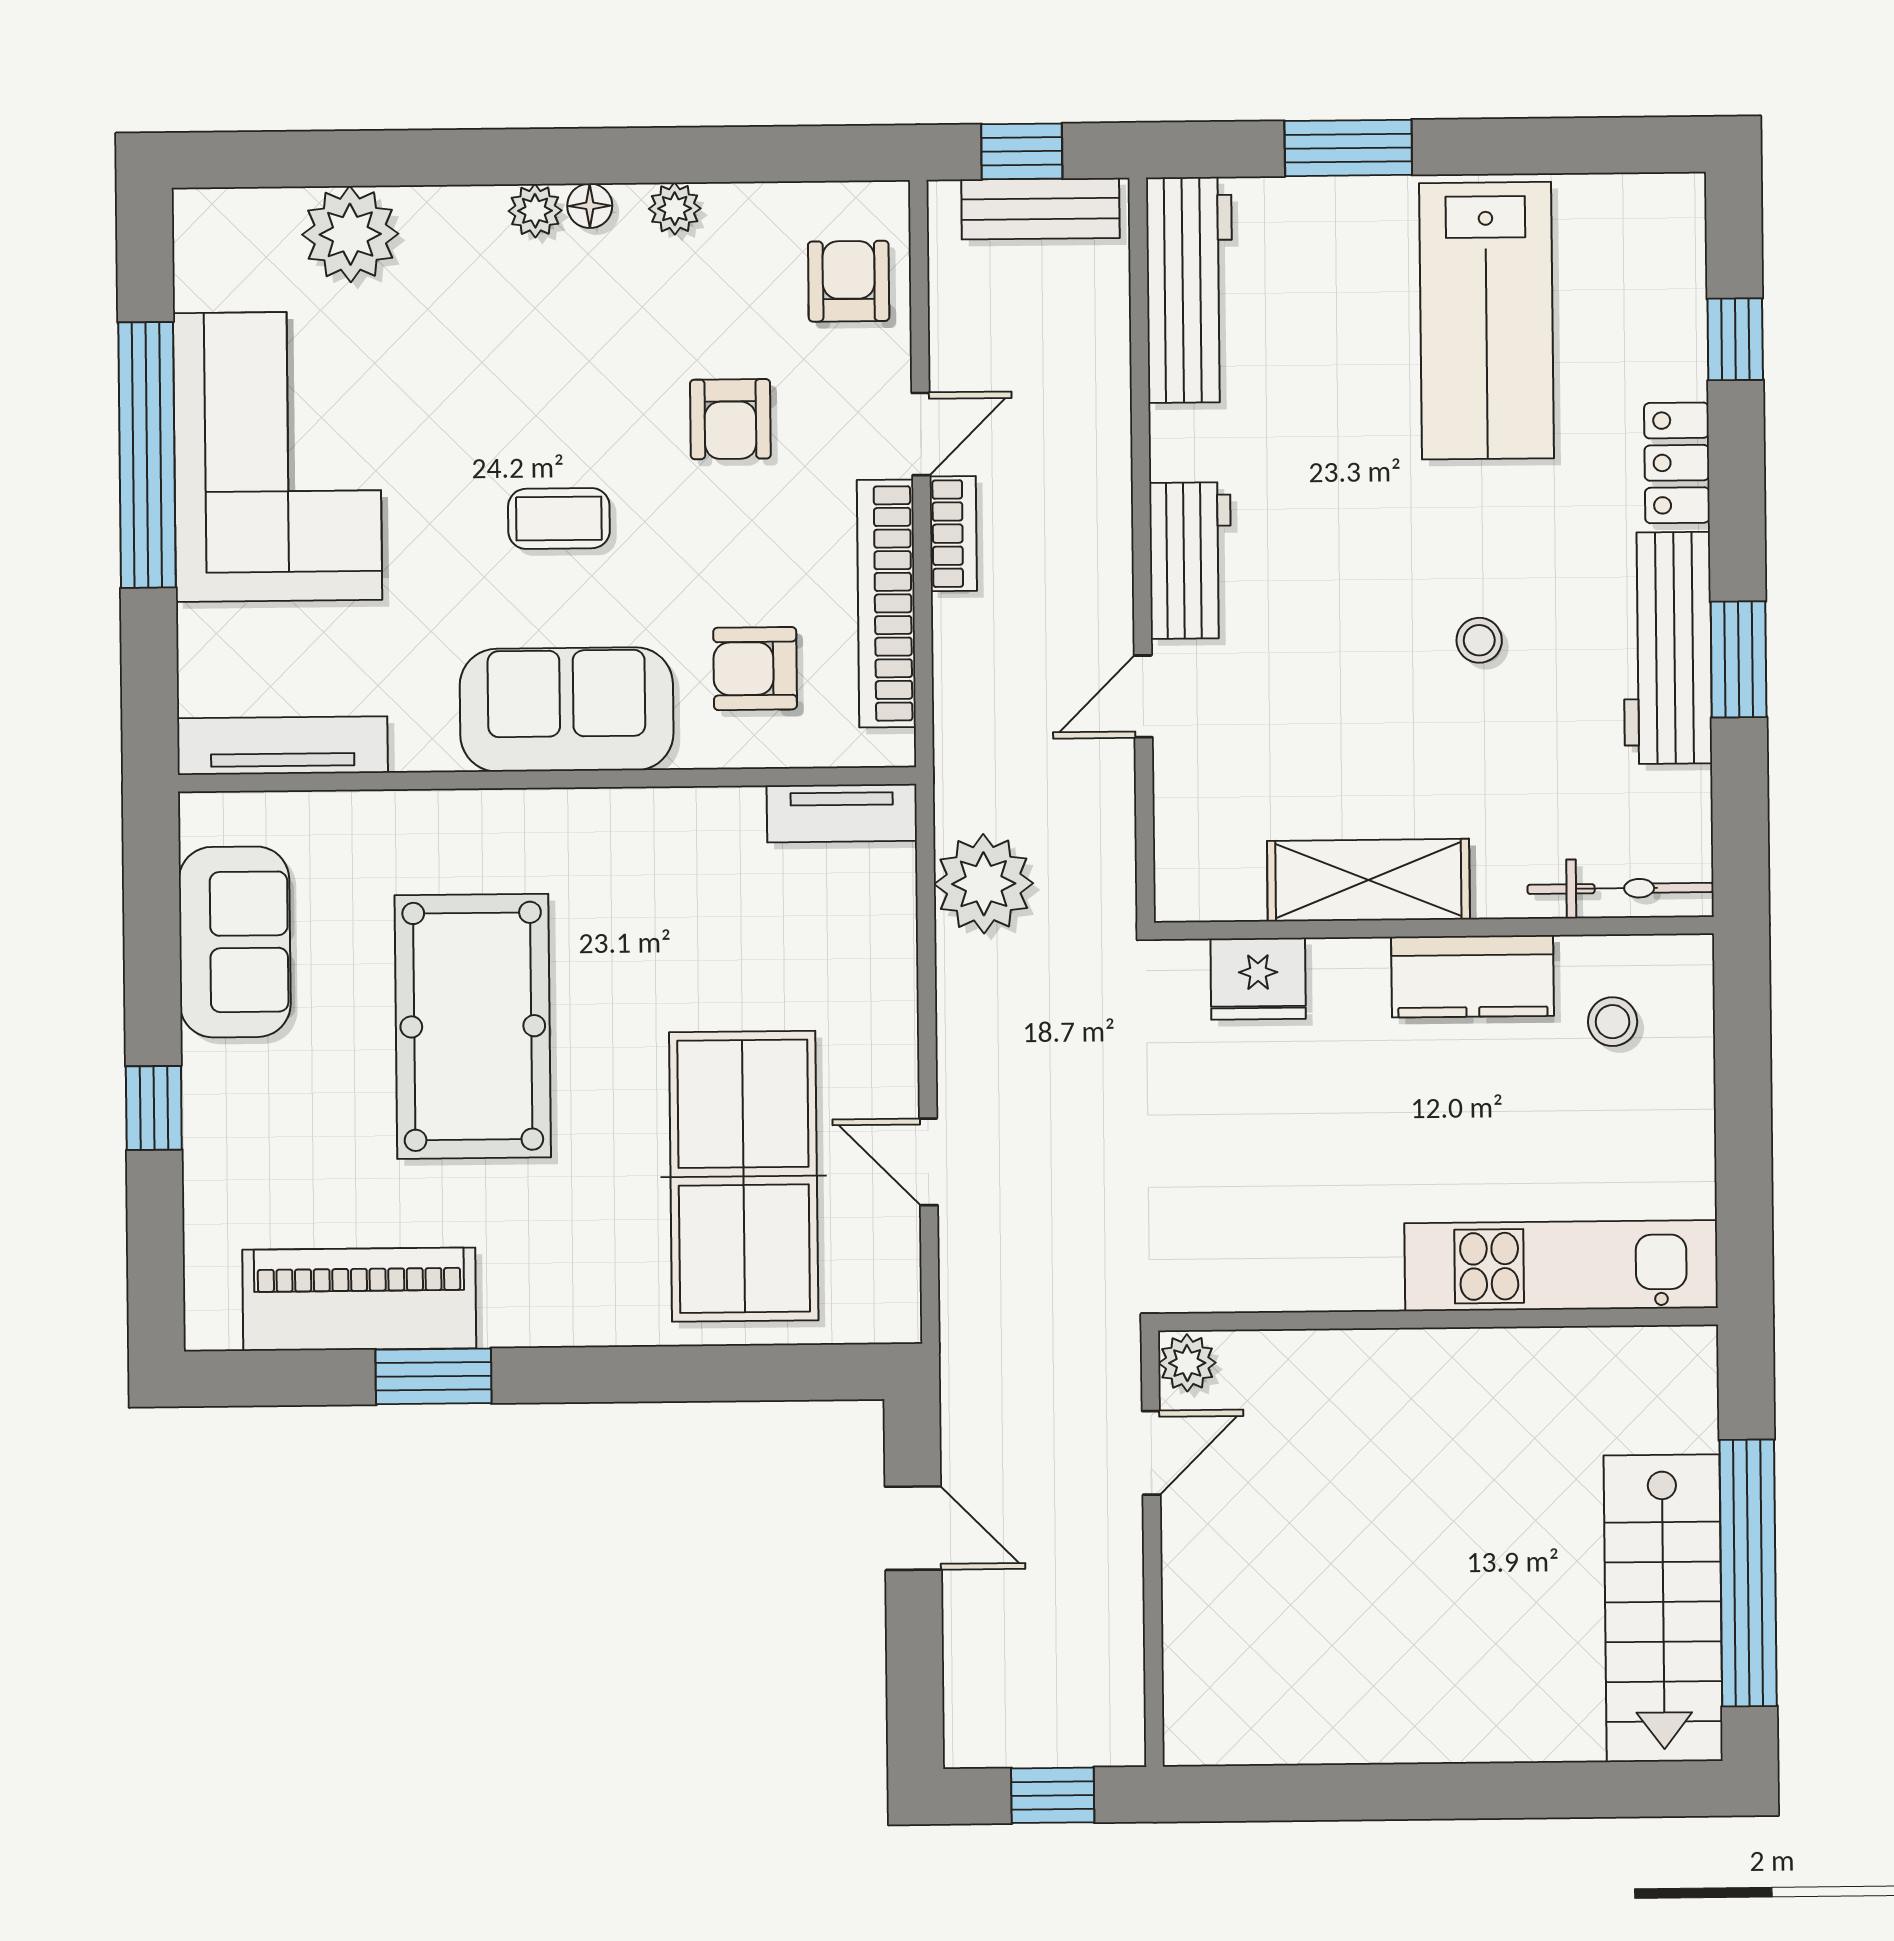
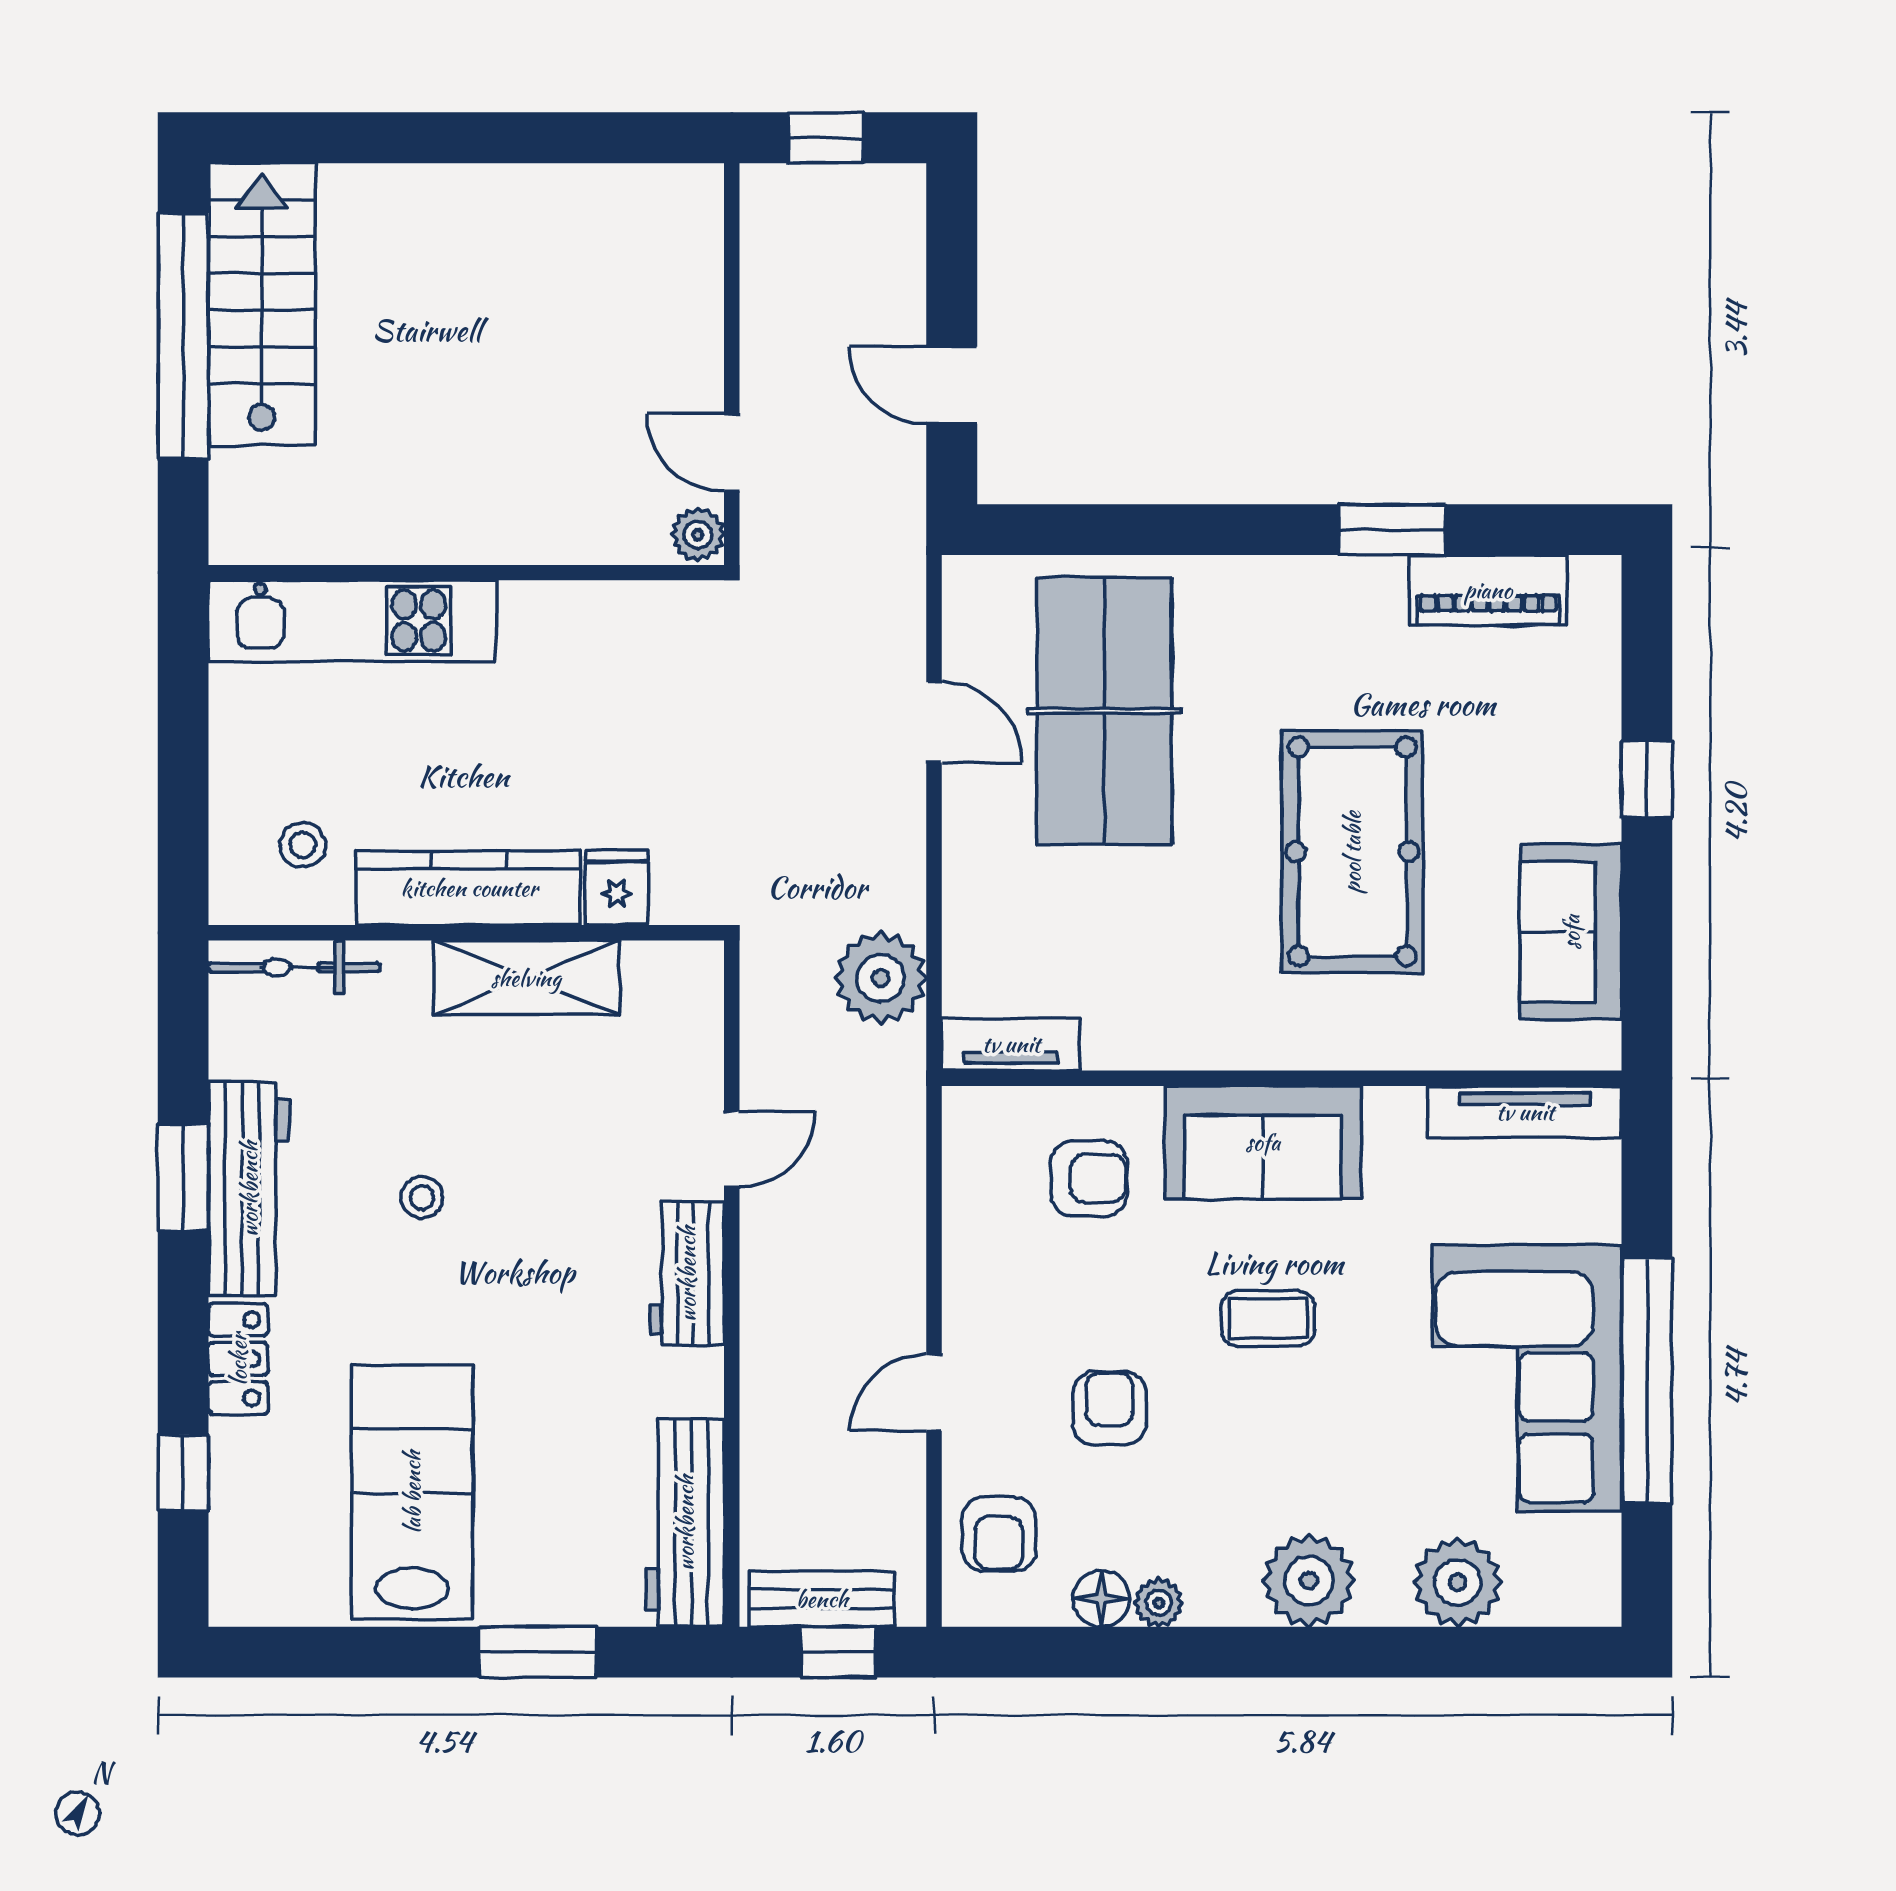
floor lamp: (590, 206) -> (1101, 1598), moved, width x1.37, depth x1.37
plant: (535, 211) -> (1309, 1580), width x1.87, depth x1.87
bookcase: (953, 534) -> (905, 1301), removed
bookcase: (886, 603) -> (968, 1237), removed
kitchen counter: (1473, 976) -> (469, 888), width x1.50
fridge: (1258, 979) -> (617, 888), width x0.72
piano: (359, 1299) -> (1488, 590), width x0.73, depth x0.75
door: (1151, 1453) -> (732, 452), hinge flipped

